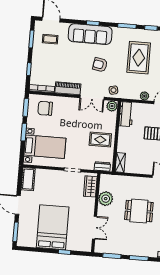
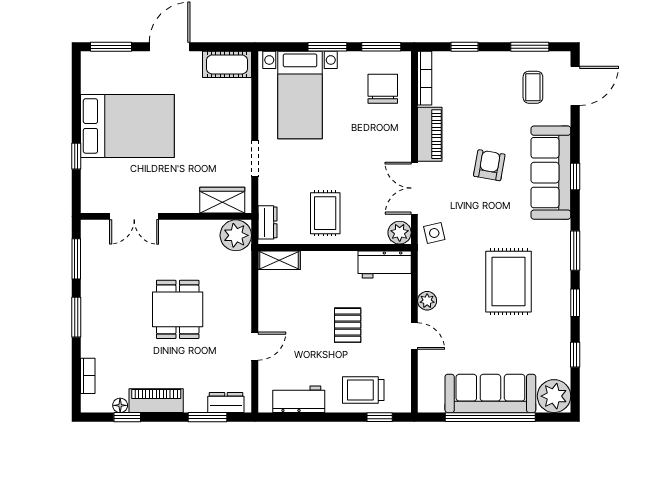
rug: (139, 58) -> (509, 282), turned 90
armchair: (100, 65) -> (489, 165), moved
plant: (106, 199) -> (236, 235), moved

